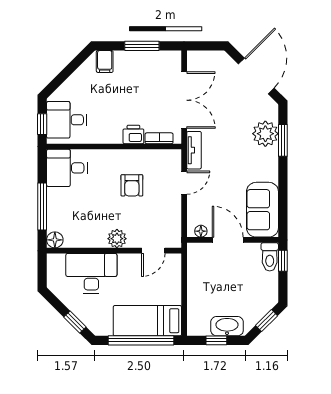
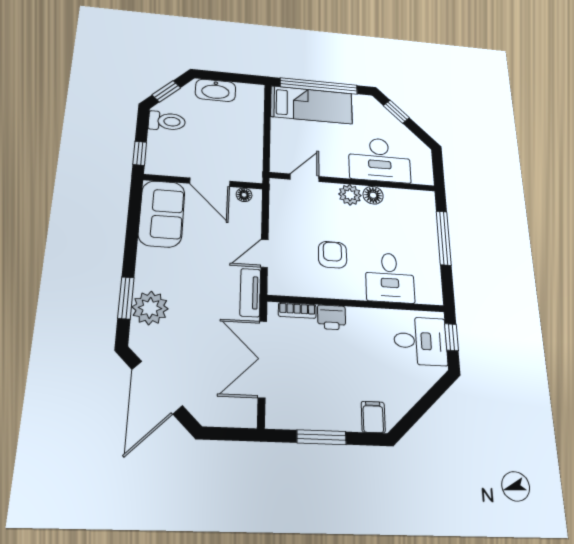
desk: (67, 168) -> (390, 278), moved, turned 90
floor lamp: (55, 240) -> (373, 195), moved
toilet: (270, 257) -> (167, 121), moved, turned 90
window: (216, 340) -> (229, 77), removed

